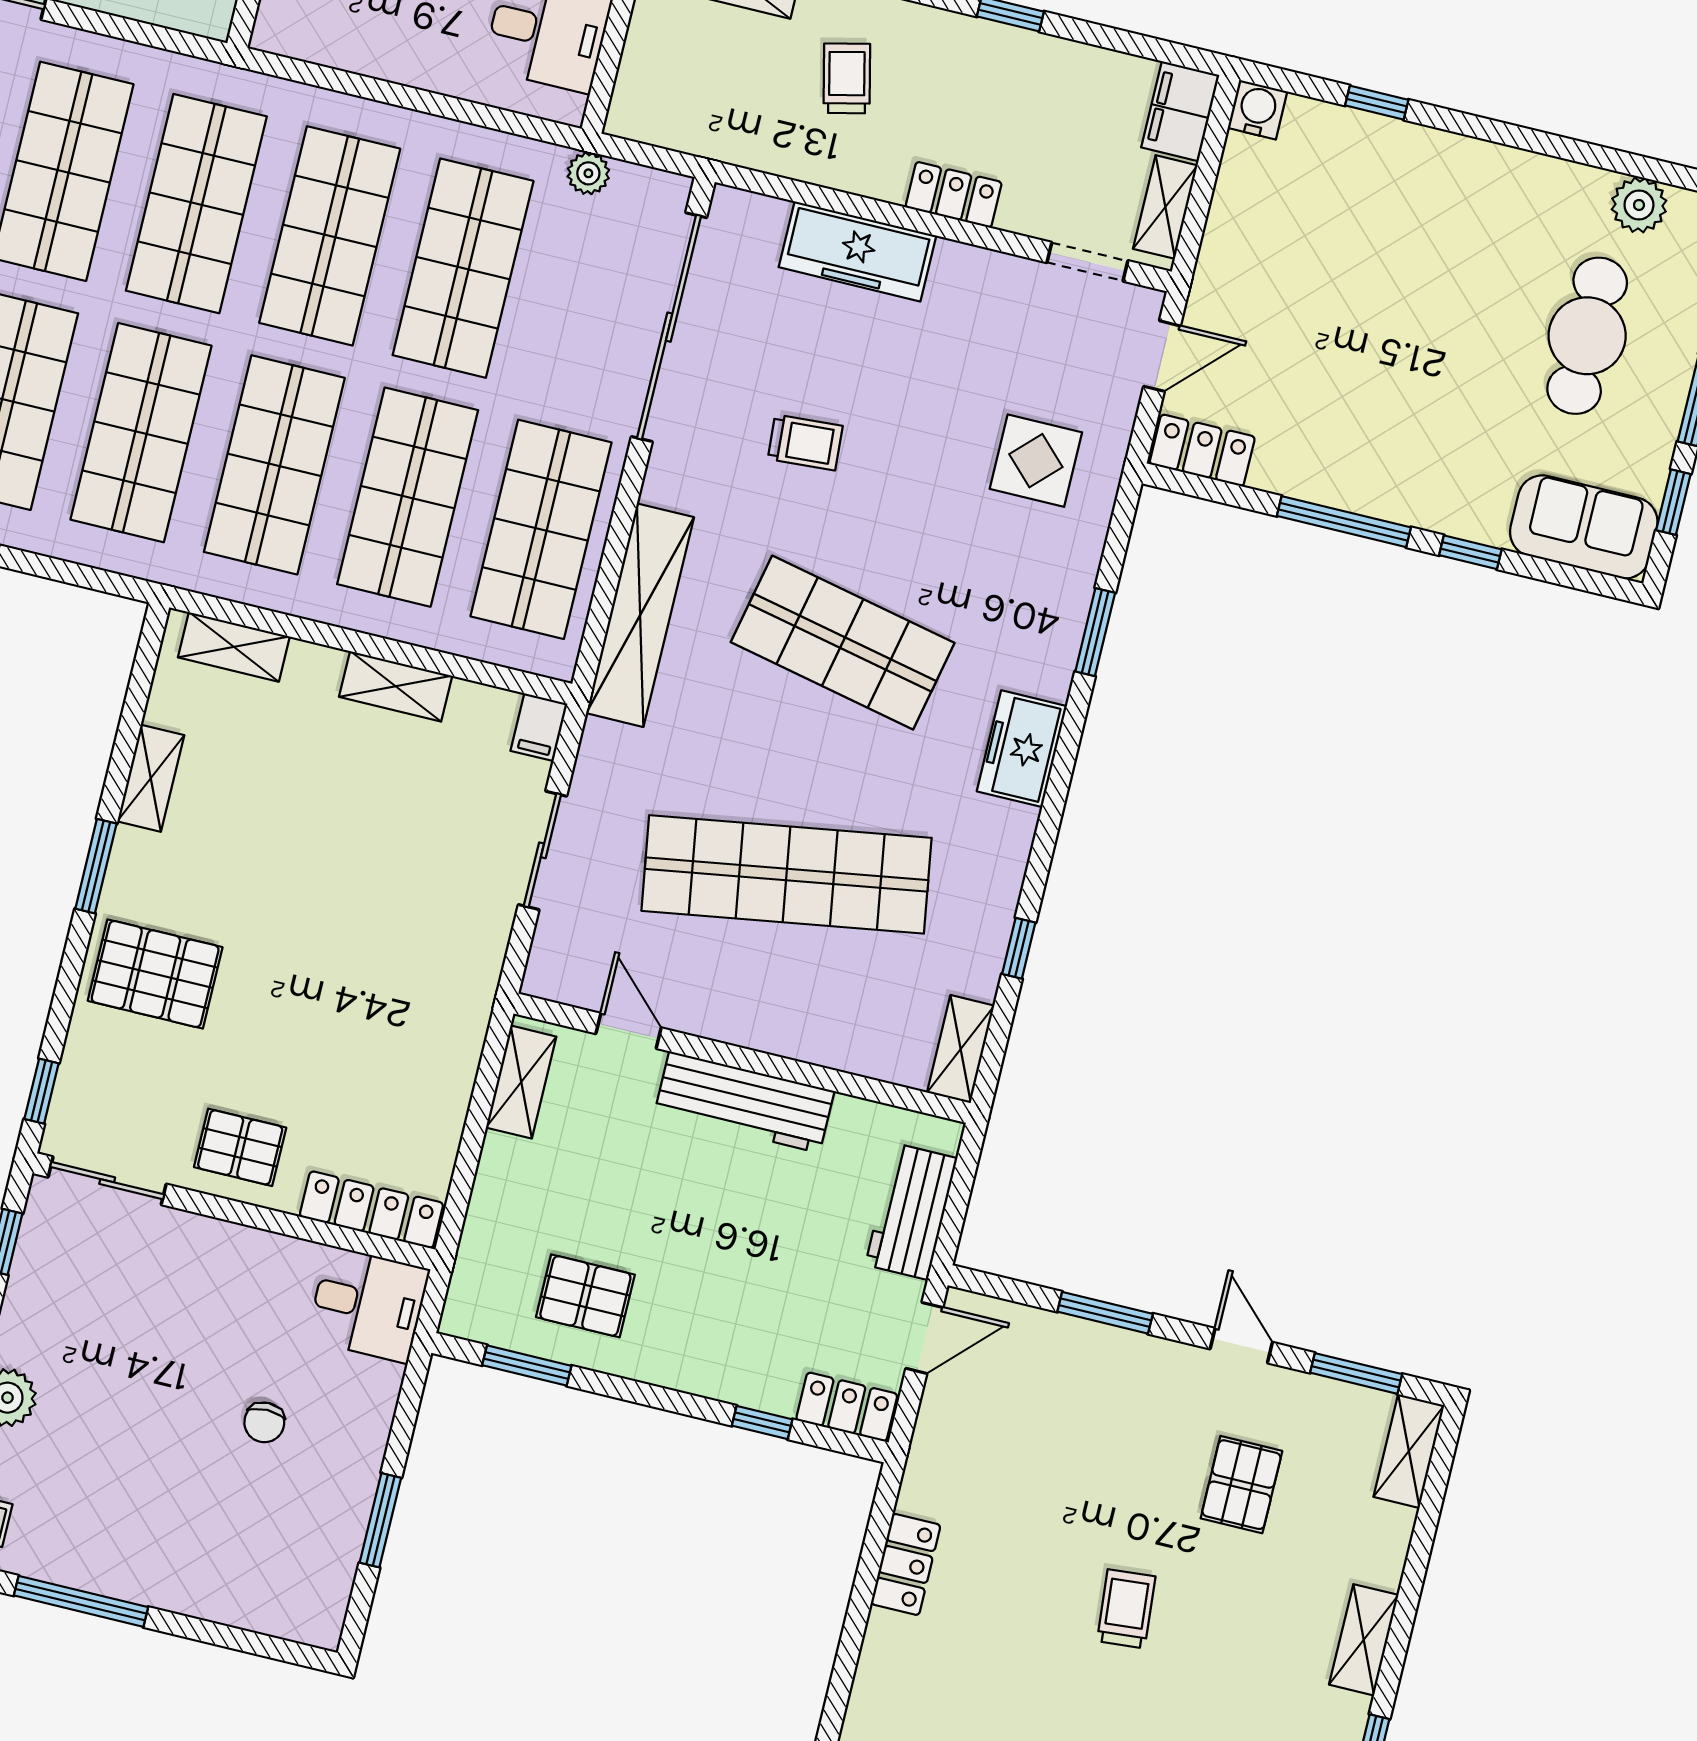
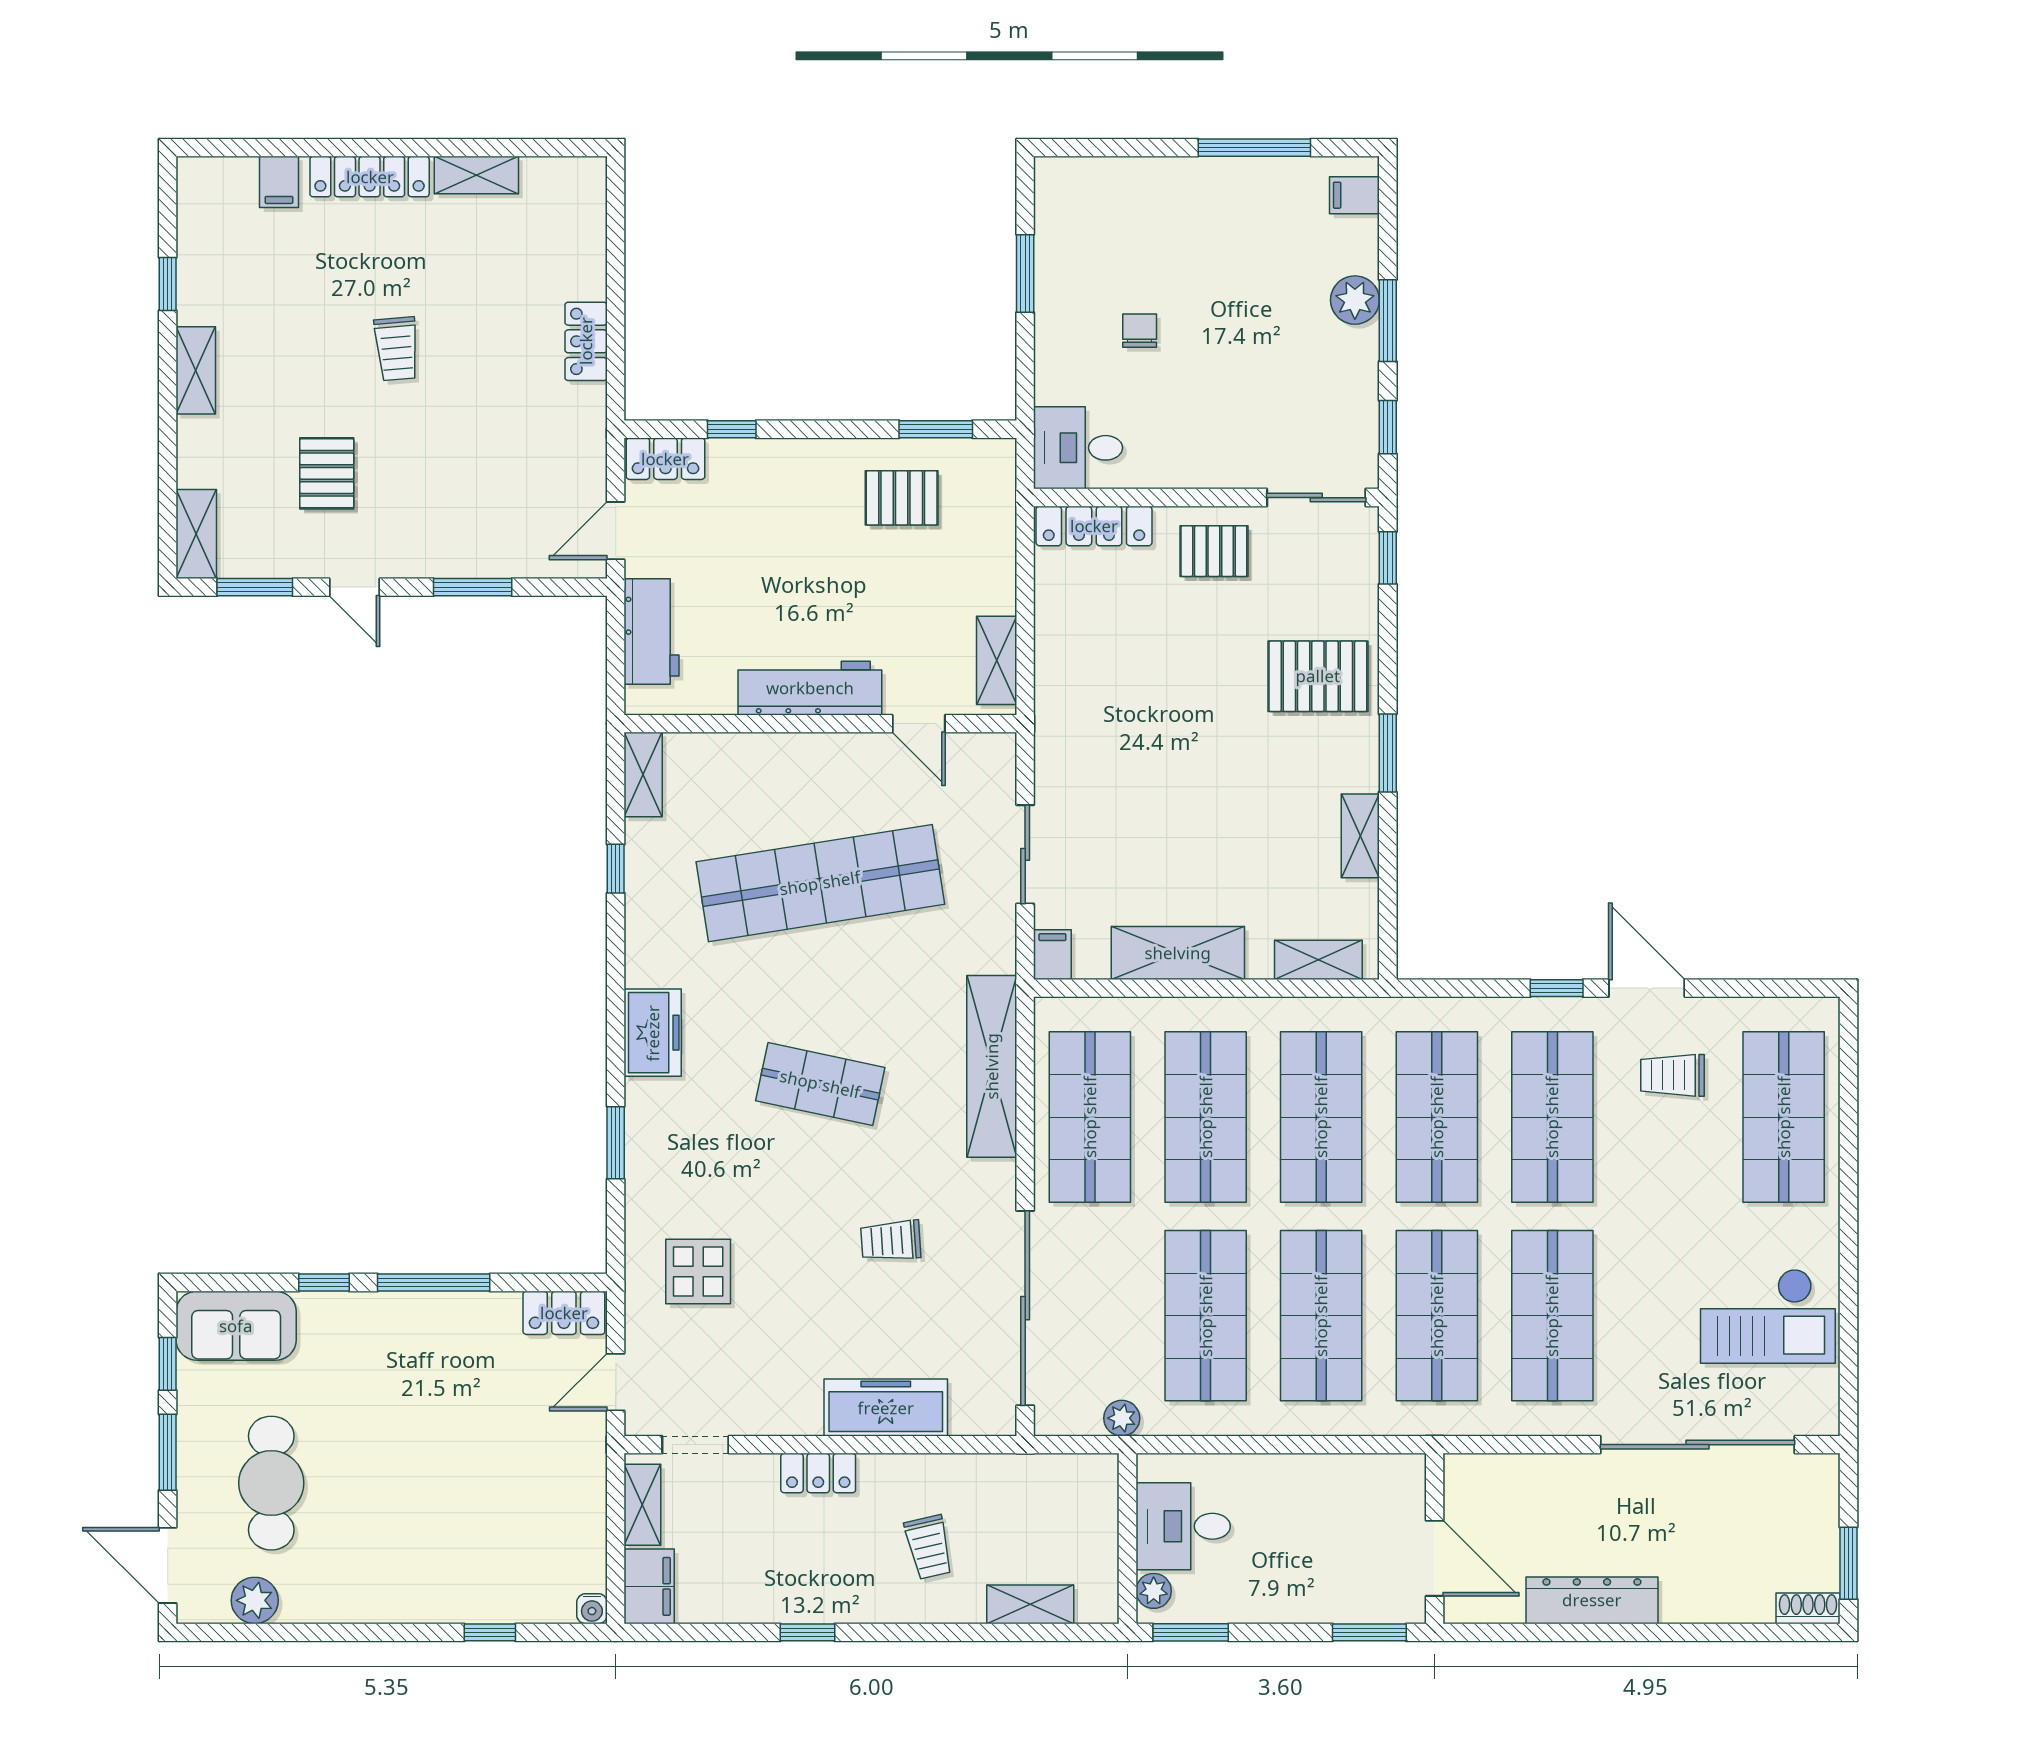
water cooler: (1257, 110) -> (592, 1609), width x0.72, depth x0.72
shop shelf: (843, 643) -> (820, 1084), width x0.70, depth x0.74
shelving: (396, 686) -> (1178, 953), width x1.50, depth x1.33

